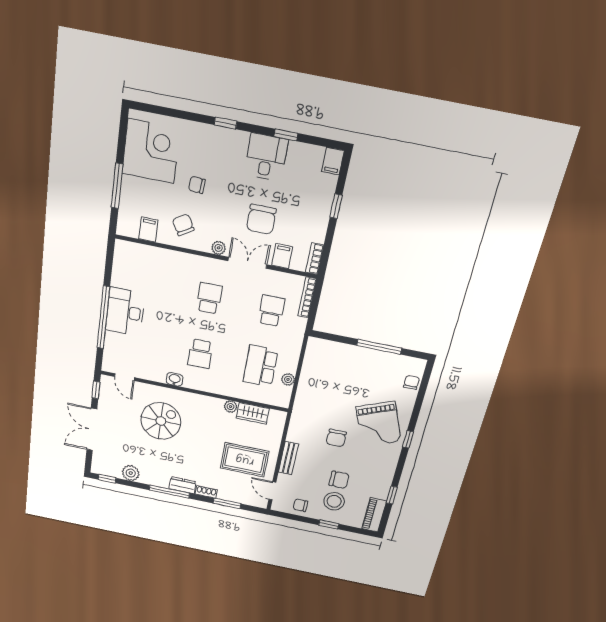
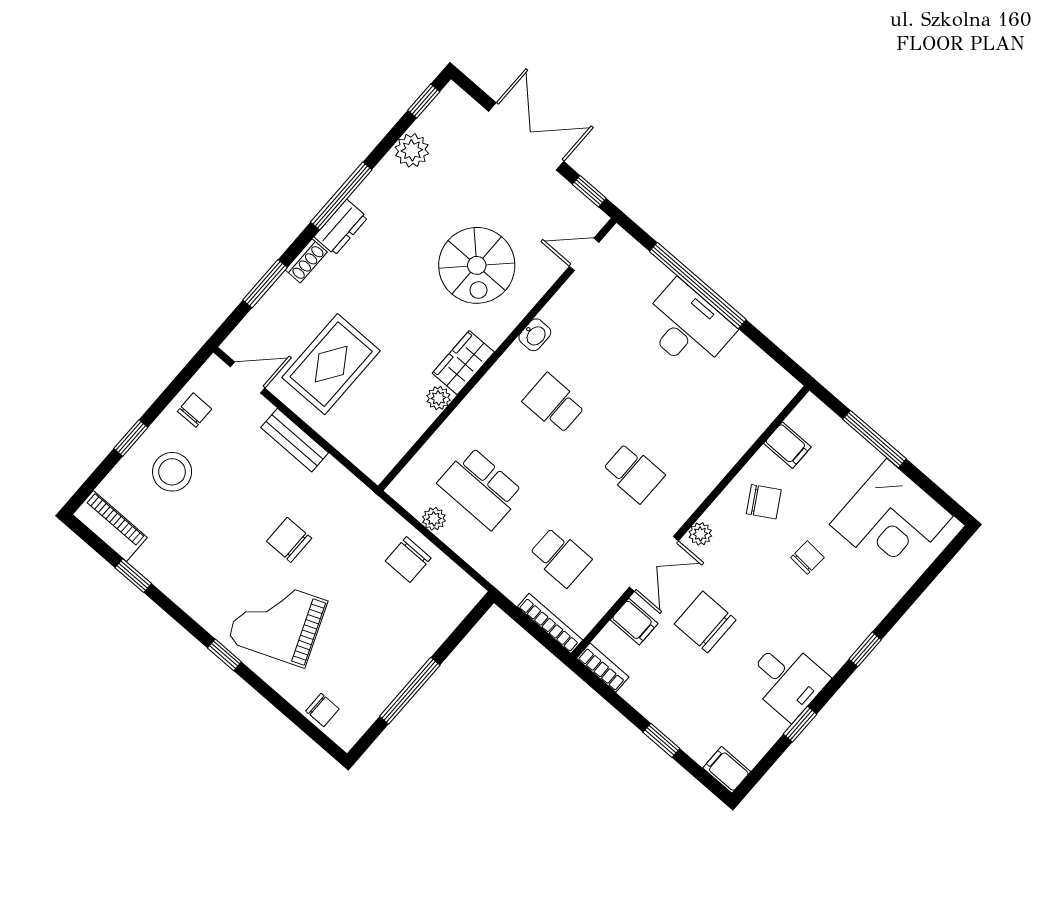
school desk: (260, 366) -> (481, 488), turned 180
wardrobe: (253, 413) -> (463, 363), moved
chair: (339, 480) -> (408, 559), moved

